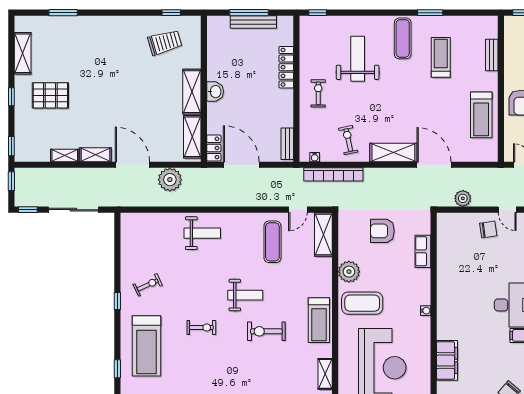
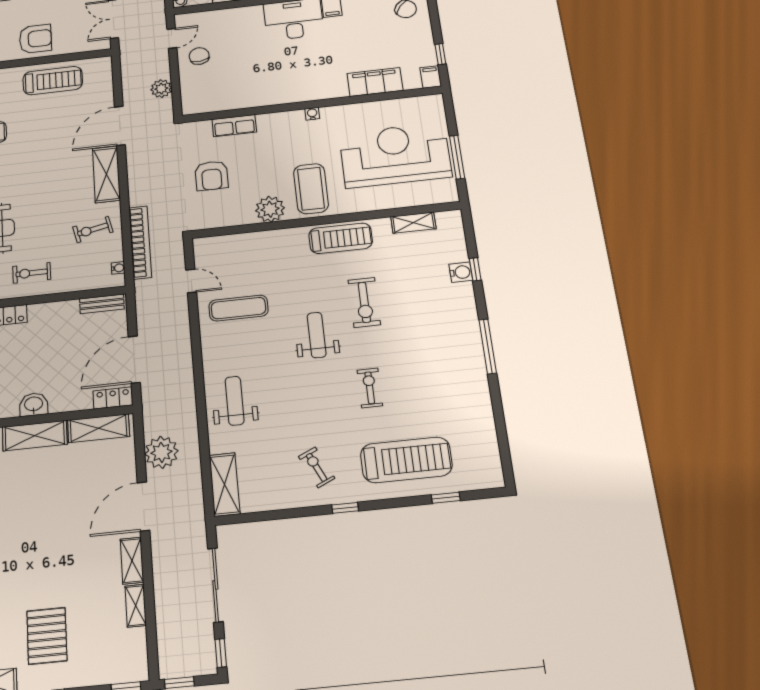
shelving: (323, 234) -> (225, 484), moved, turned 90

